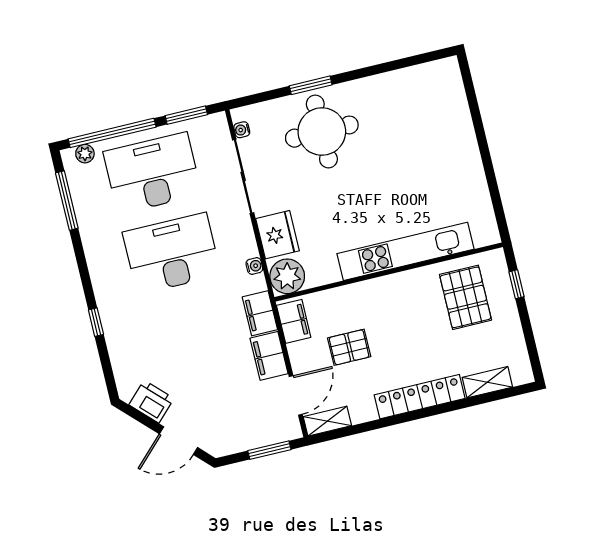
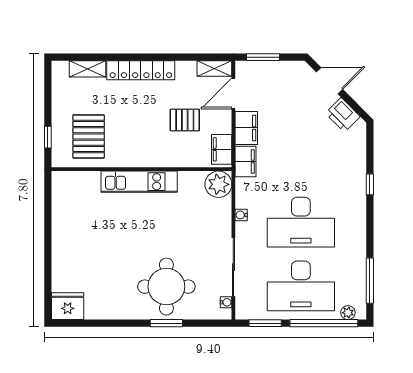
fridge: (277, 235) -> (68, 306), moved, turned 90
kitchen unit: (405, 251) -> (139, 182), width x0.73
water cooler: (254, 266) -> (241, 215), moved

